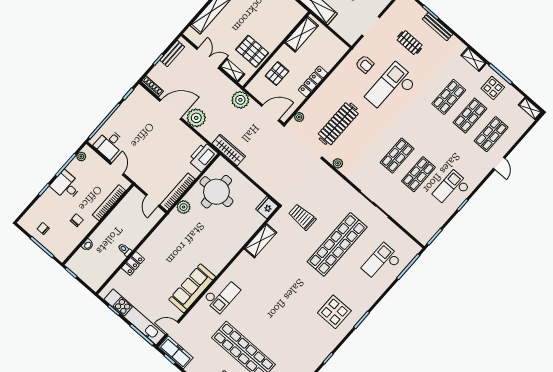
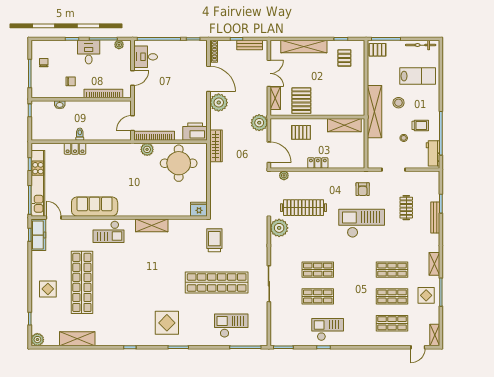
locker: (313, 81) -> (318, 163), width x0.66
plant: (338, 163) -> (279, 228), width x1.87, depth x1.87
door: (499, 163) -> (418, 347), moved
shelving: (261, 241) -> (152, 225), moved

